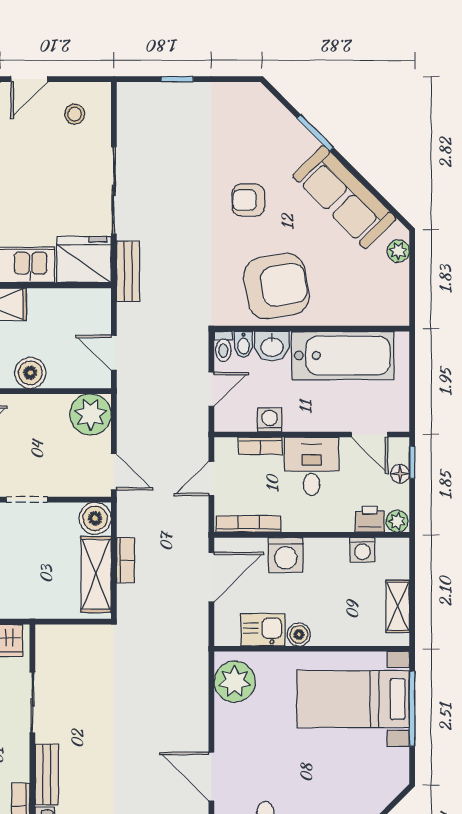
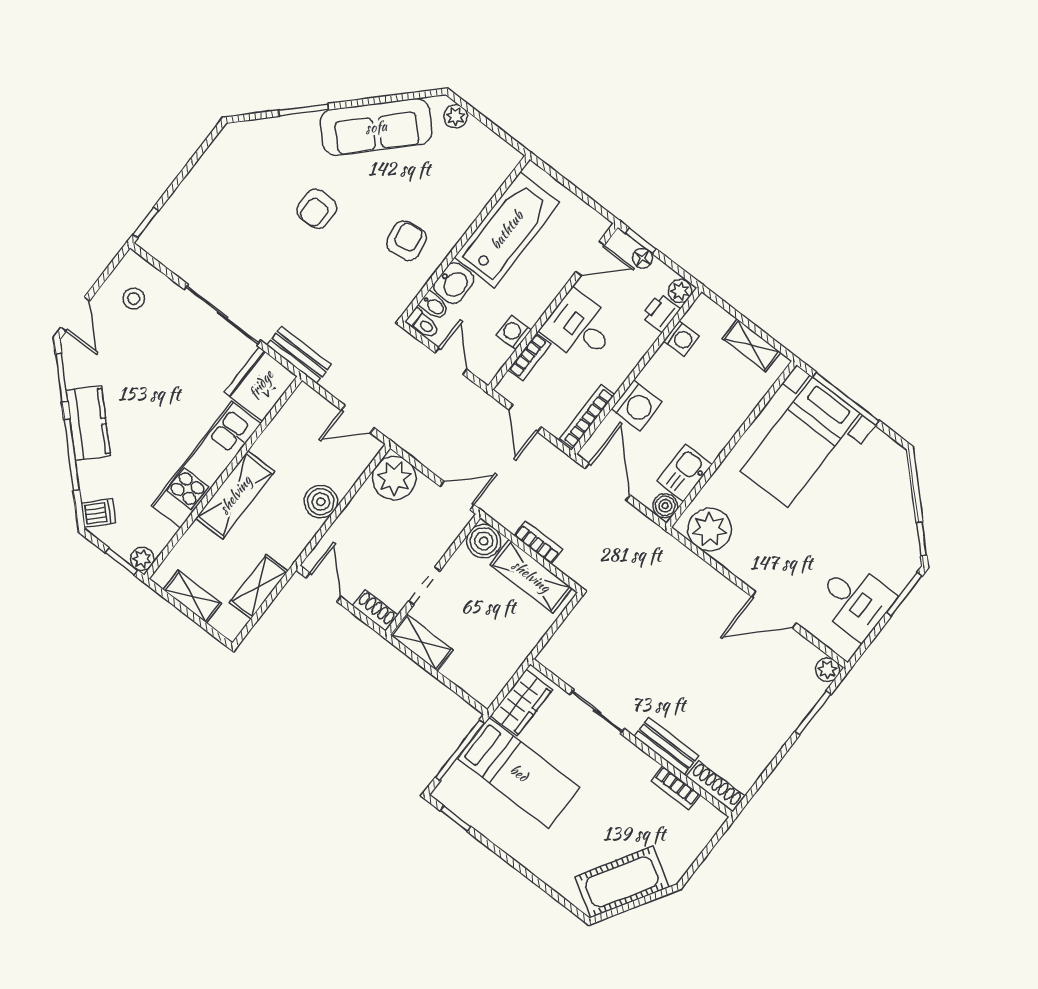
window: (177, 79) -> (145, 223), moved
armchair: (276, 286) -> (407, 241), width x0.53, depth x0.53
boiler: (299, 634) -> (665, 506), moved

